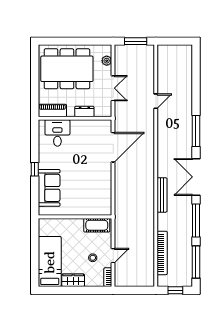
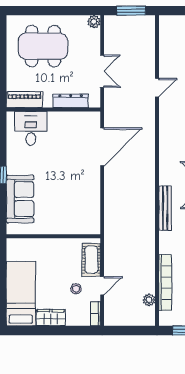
plant: (107, 61) -> (94, 22), moved
dining table: (67, 69) -> (43, 46), width x0.73, depth x0.80
dresser: (84, 111) -> (71, 101), width x1.44
cot: (97, 225) -> (91, 260), moved, turned 90
plant: (150, 266) -> (149, 300), added

